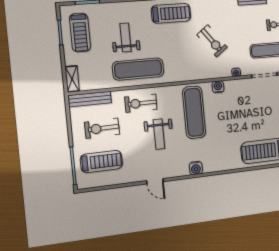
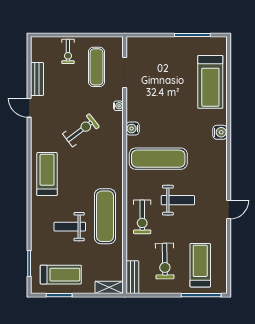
bench: (90, 99) -> (132, 277), width x0.73
water cooler: (196, 168) -> (220, 132), moved

